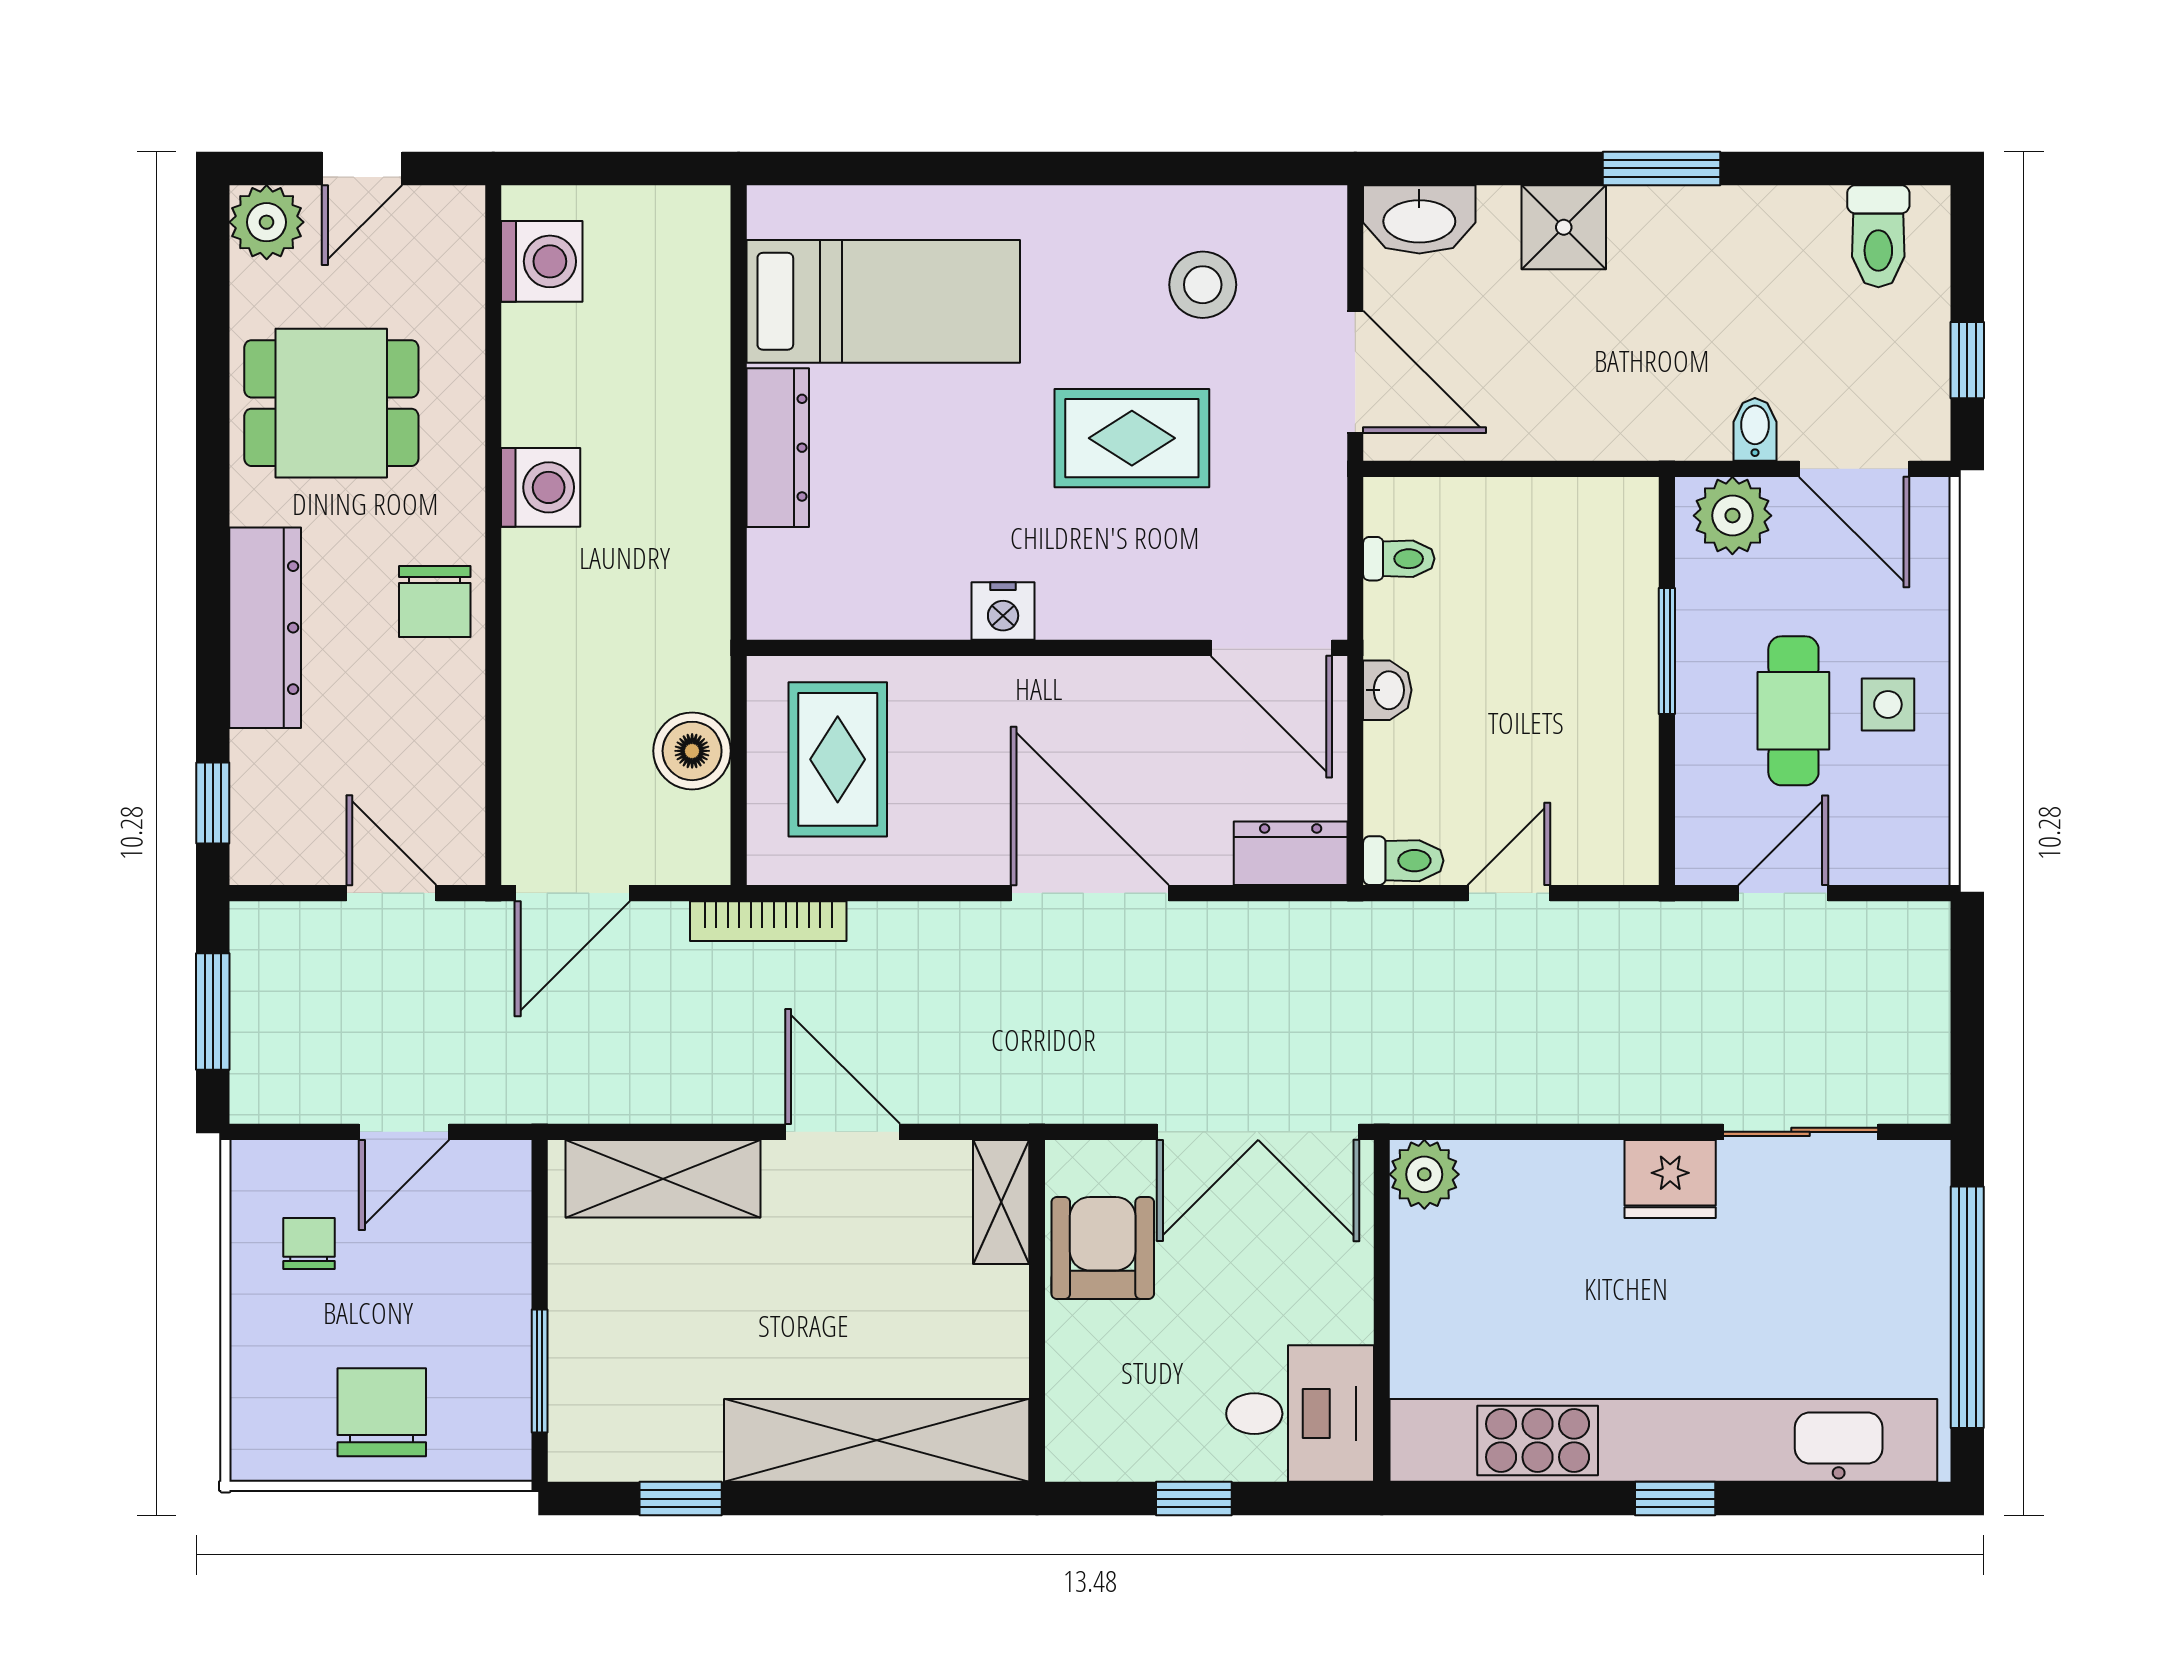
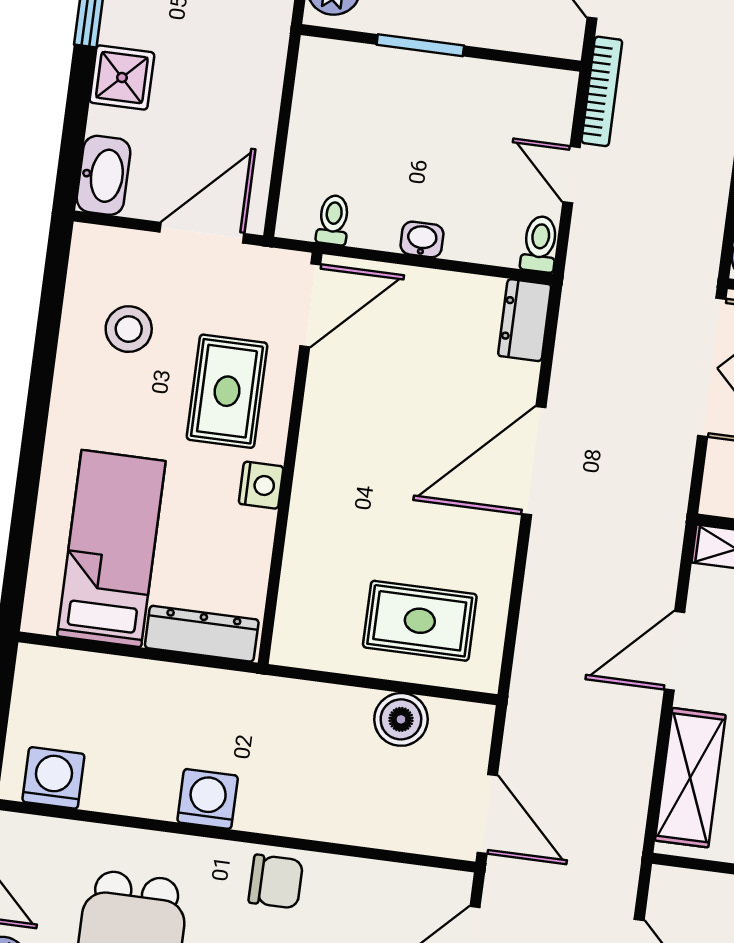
nightstand: (1003, 611) -> (261, 485), moved
wall: (1047, 648) -> (290, 458), moved
door: (1271, 648) -> (310, 305), moved
bookcase: (768, 921) -> (602, 91), moved

